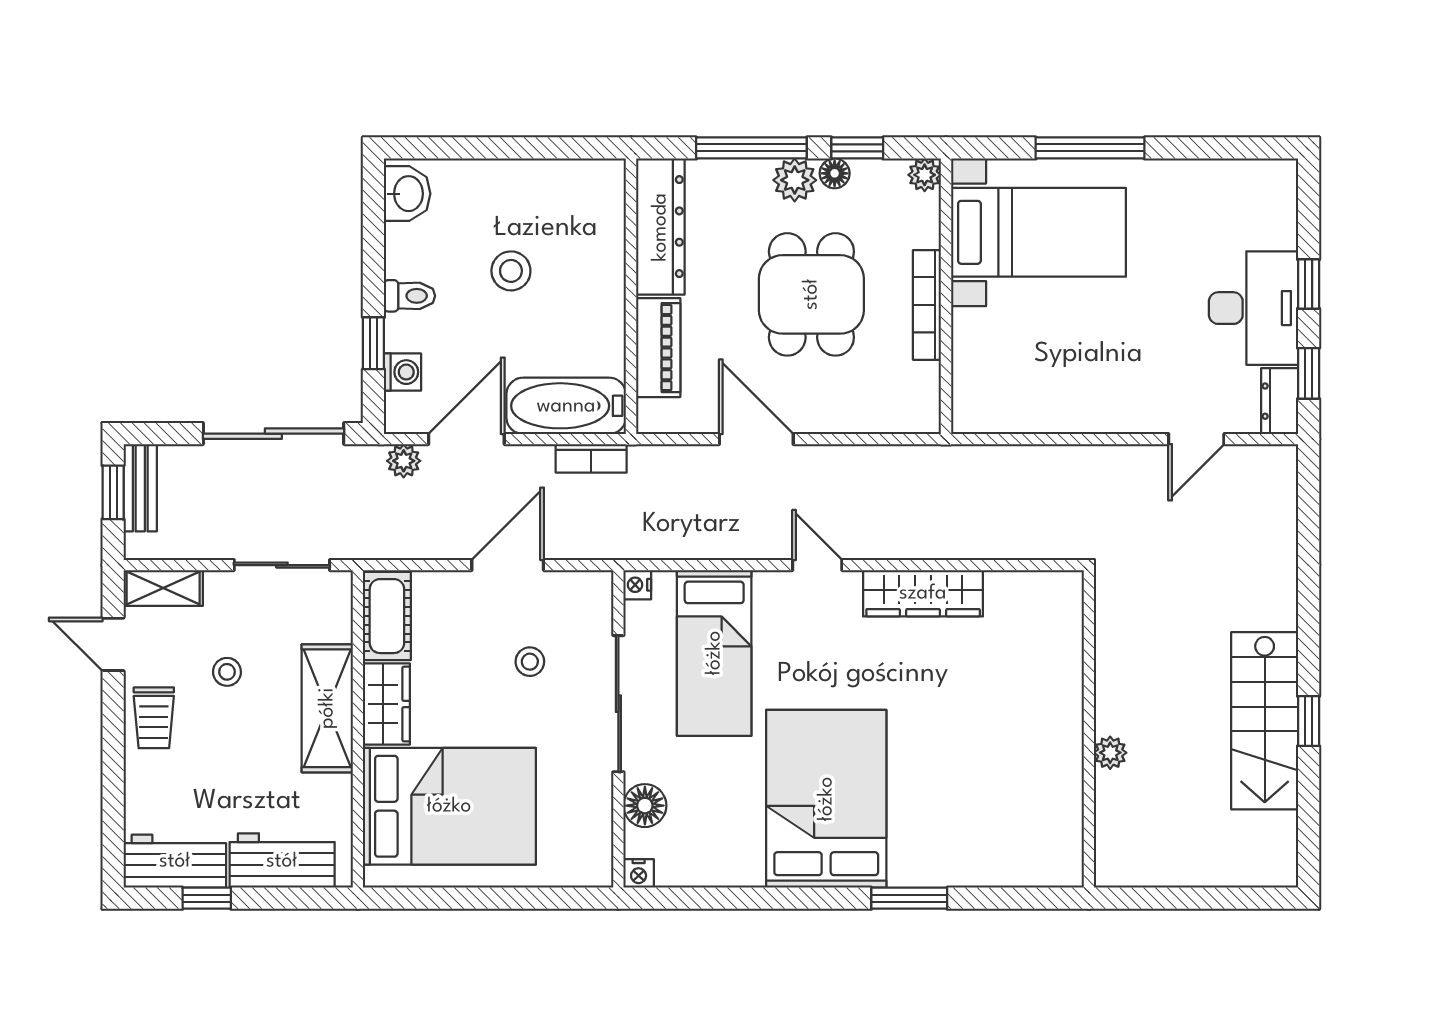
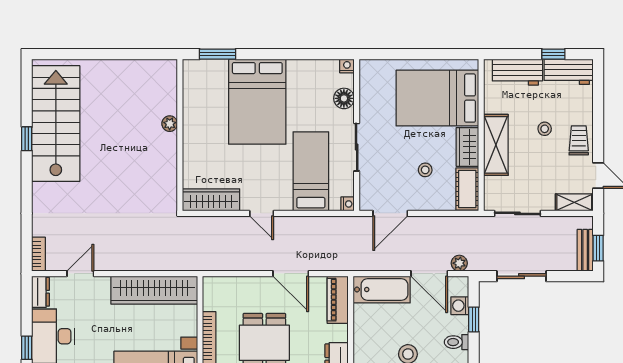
piano: (658, 348) -> (338, 300), moved
window: (1309, 373) -> (27, 305), removed
wardrobe: (1042, 405) -> (154, 290), added
sliding door: (273, 434) -> (522, 276), width x0.73
door: (466, 439) -> (429, 274), hinge flipped
bookcase: (591, 458) -> (38, 254), moved, turned 90
door: (508, 565) -> (390, 213), moved
stool: (530, 662) -> (425, 170), moved
stool: (227, 672) -> (545, 129), moved
sliding door: (618, 704) -> (357, 147), width x0.73
stairs: (1265, 721) -> (56, 124), width x1.36, depth x1.51
wall: (1089, 729) -> (180, 135), moved
plant: (1110, 753) -> (170, 124), moved

